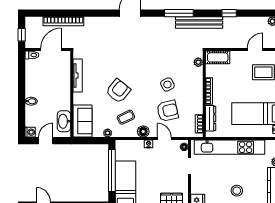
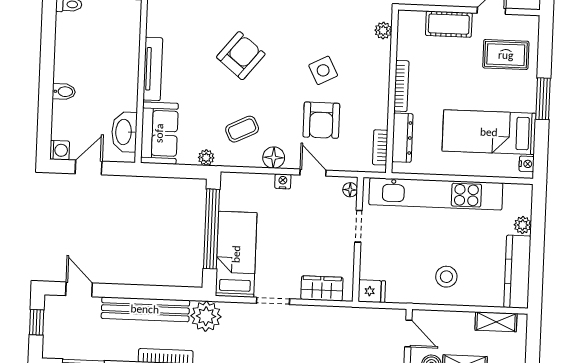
cot: (218, 57) -> (449, 24), moved
tv unit: (78, 76) -> (153, 69), moved
armchair: (118, 91) -> (241, 56), moved
armchair: (168, 111) -> (321, 120), turned 103

